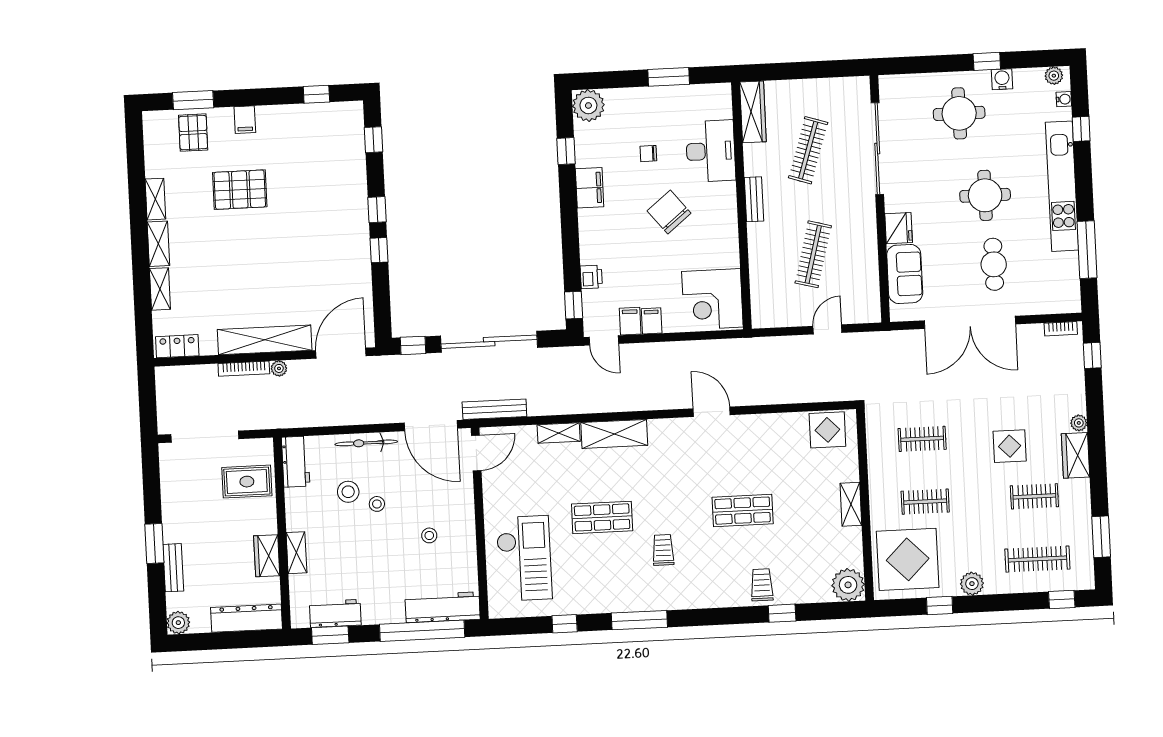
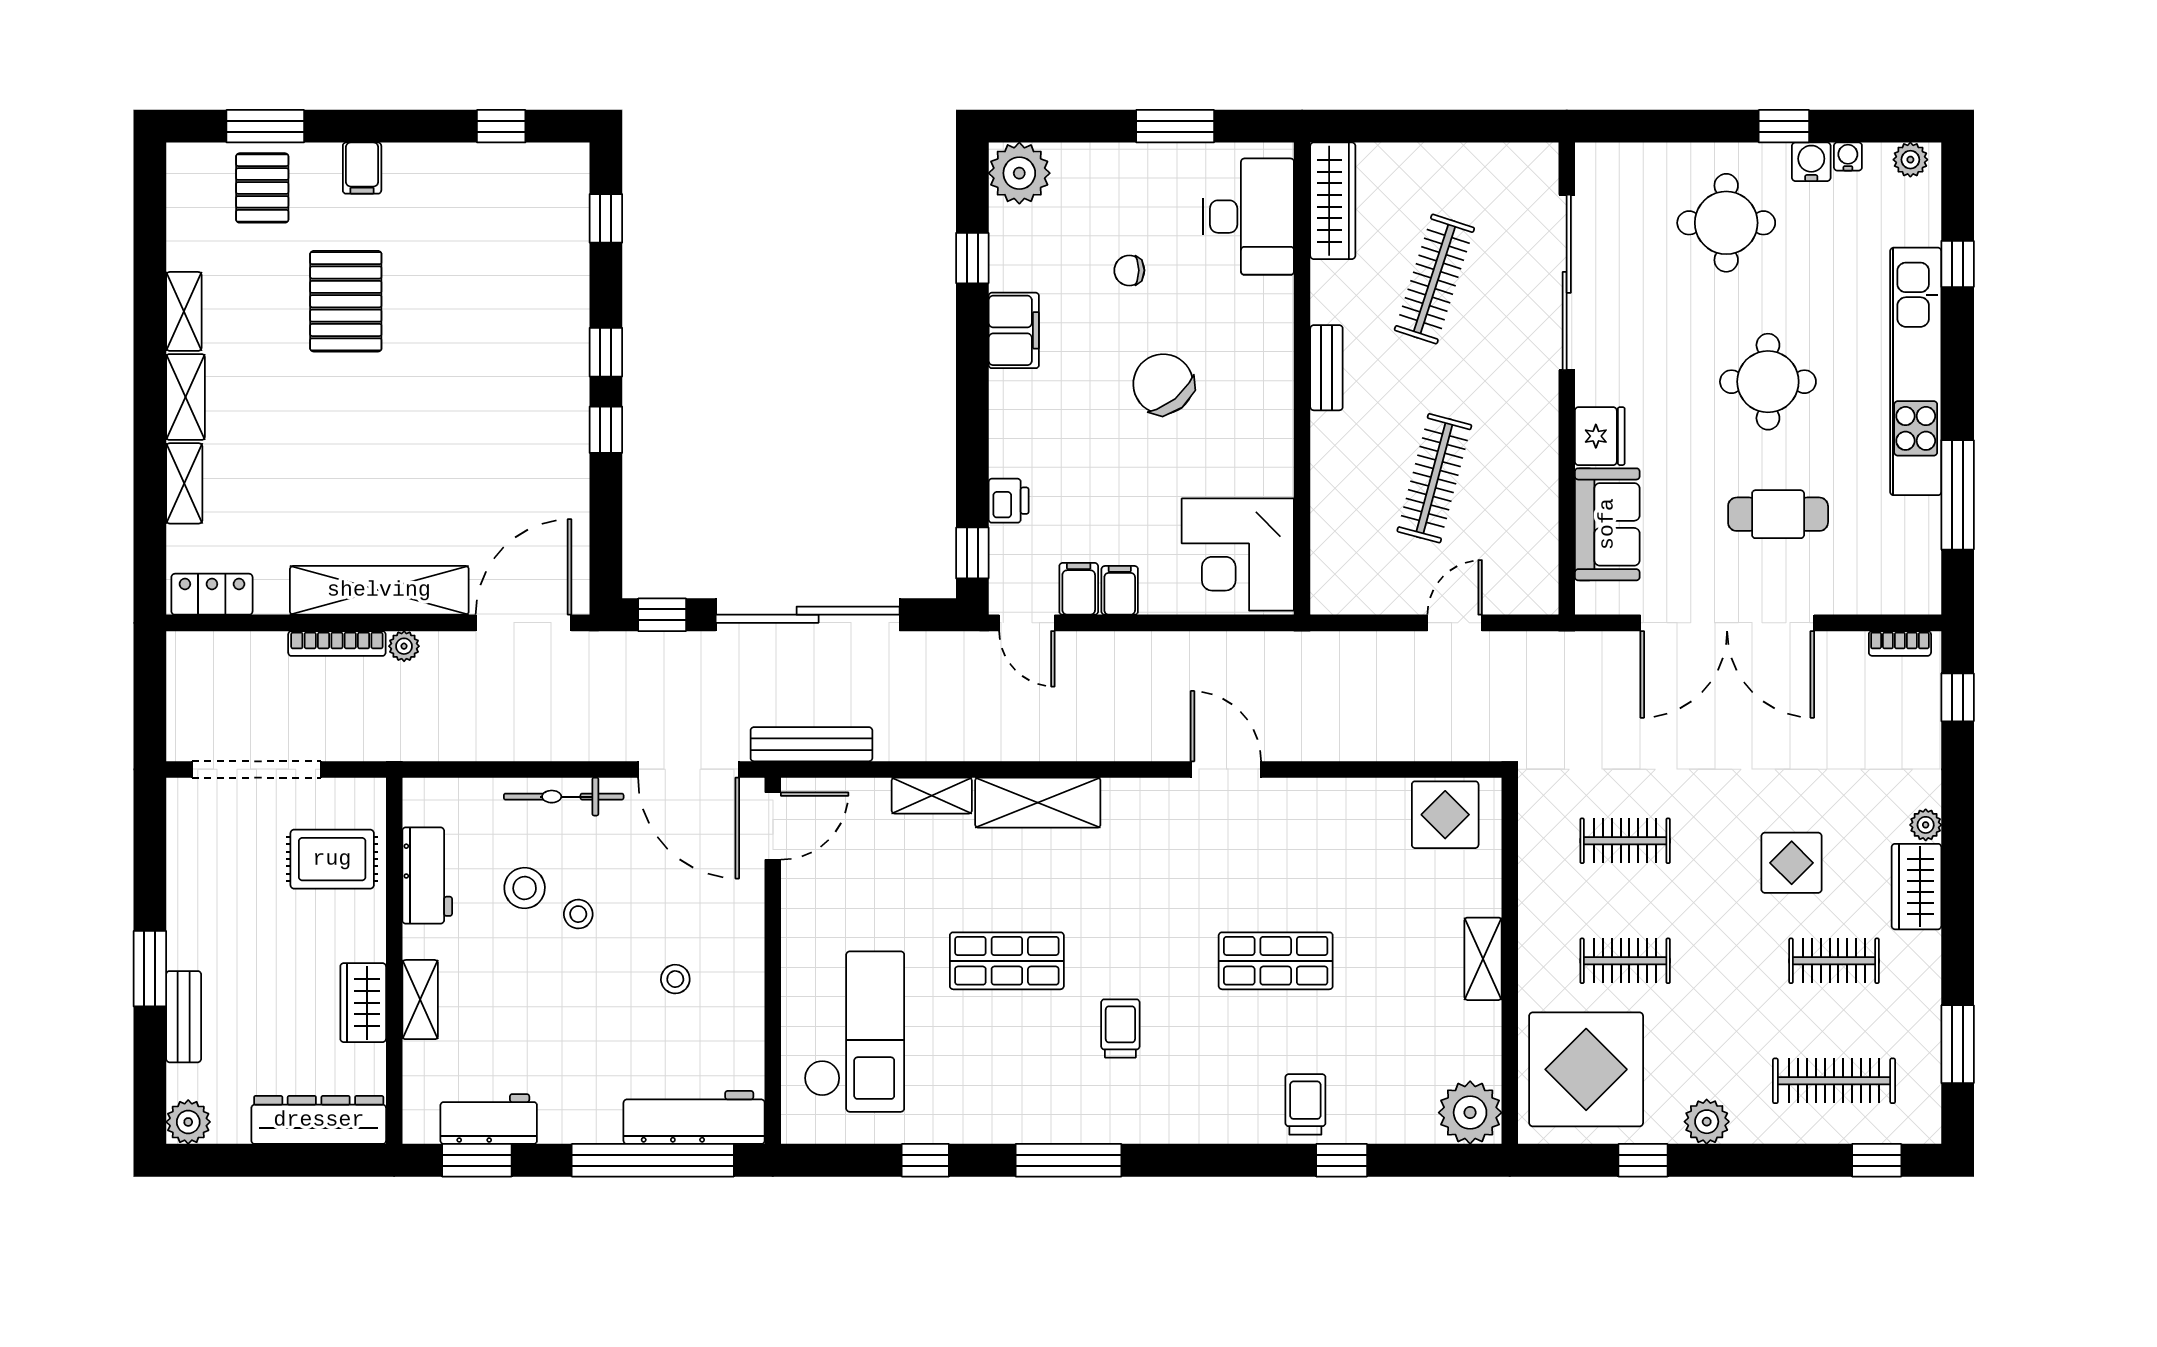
water cooler: (1064, 99) -> (1848, 157), moved, turned -90
desk: (711, 151) -> (1248, 217), moved
pallet: (240, 190) -> (346, 301), turned 90
cafe table: (994, 264) -> (1778, 514), turned 90
workbench: (296, 462) -> (427, 876), moved

